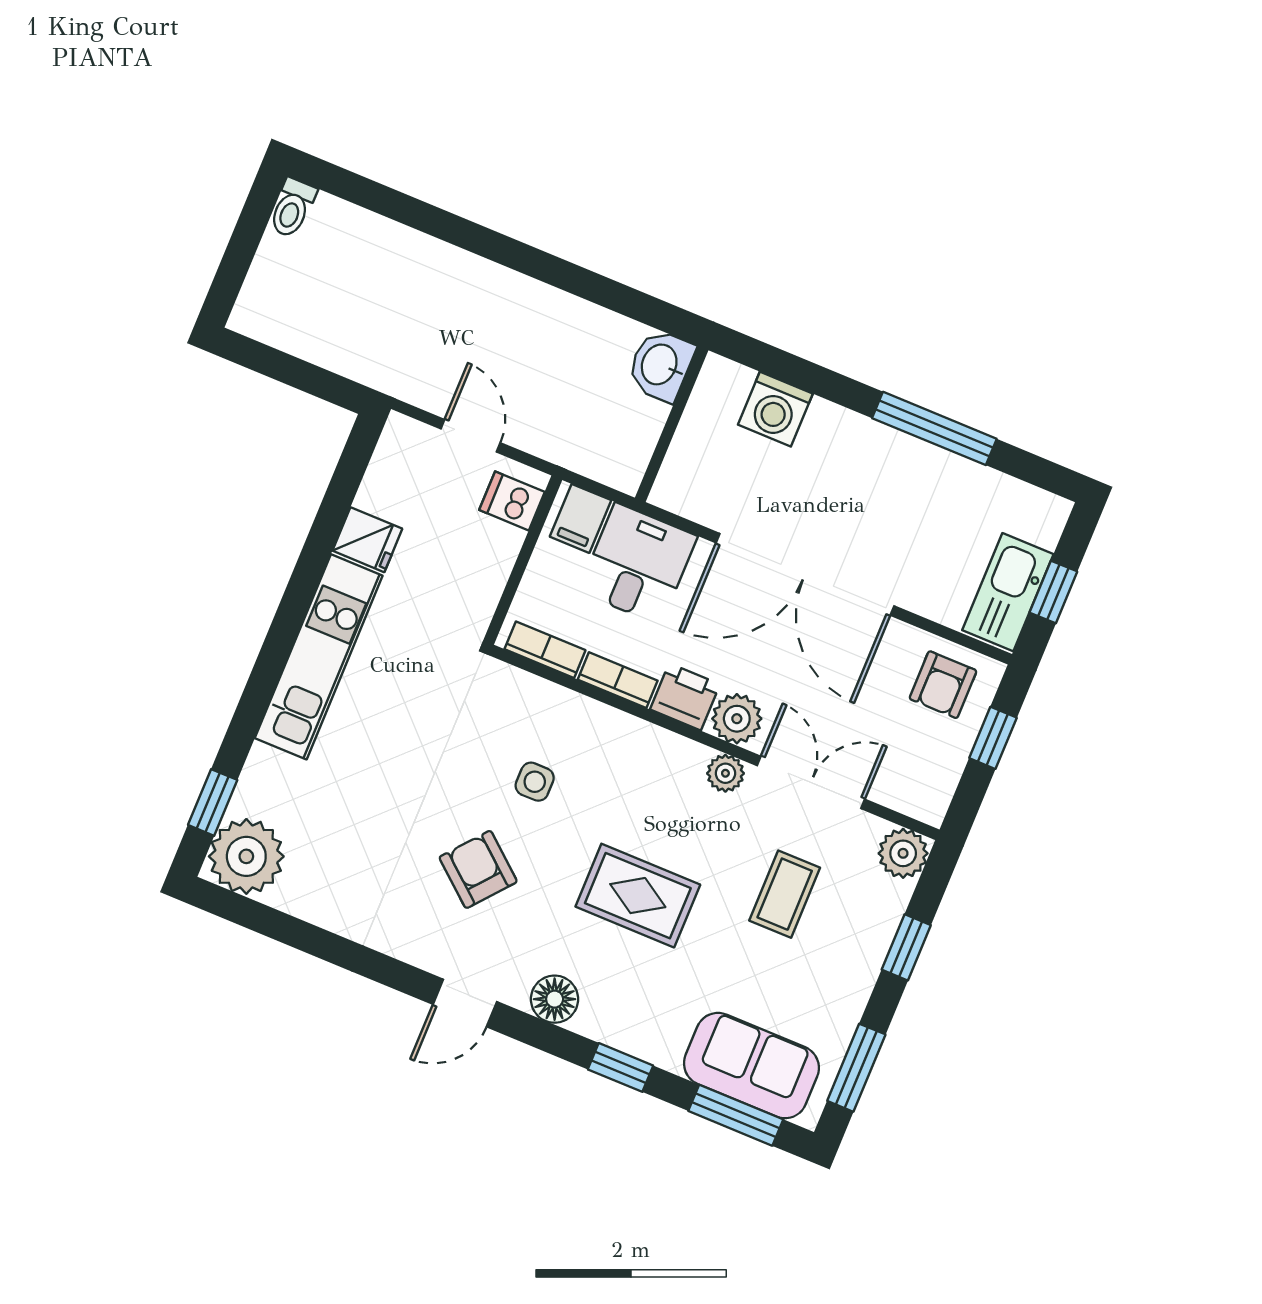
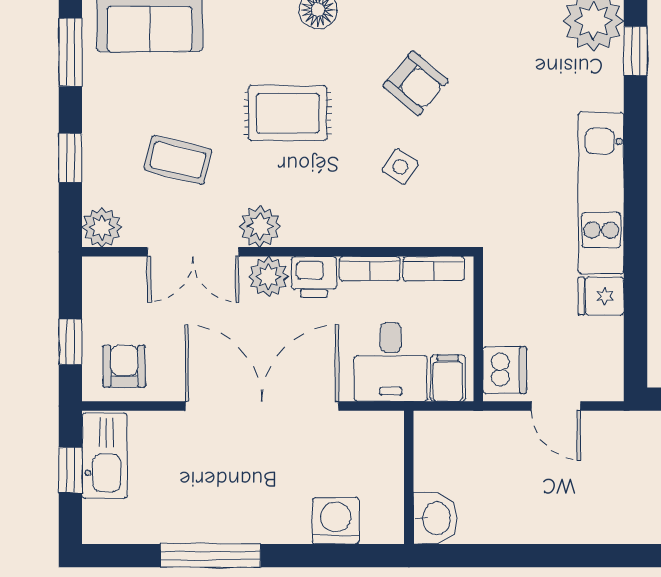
dishwasher: (512, 501) -> (505, 370), width x1.38
plant: (725, 773) -> (260, 227), width x1.38, depth x1.38
side table: (535, 782) -> (400, 167), turned 34
coffee table: (785, 894) -> (178, 160), turned -76

